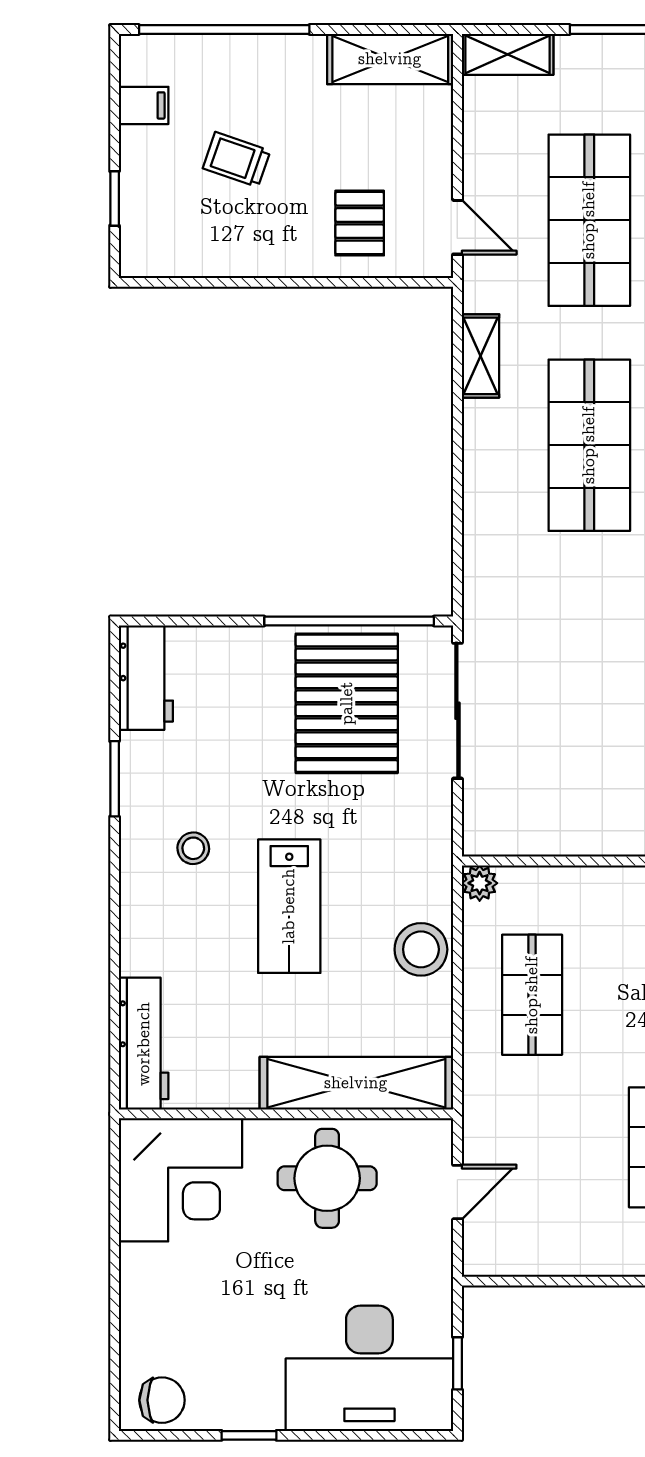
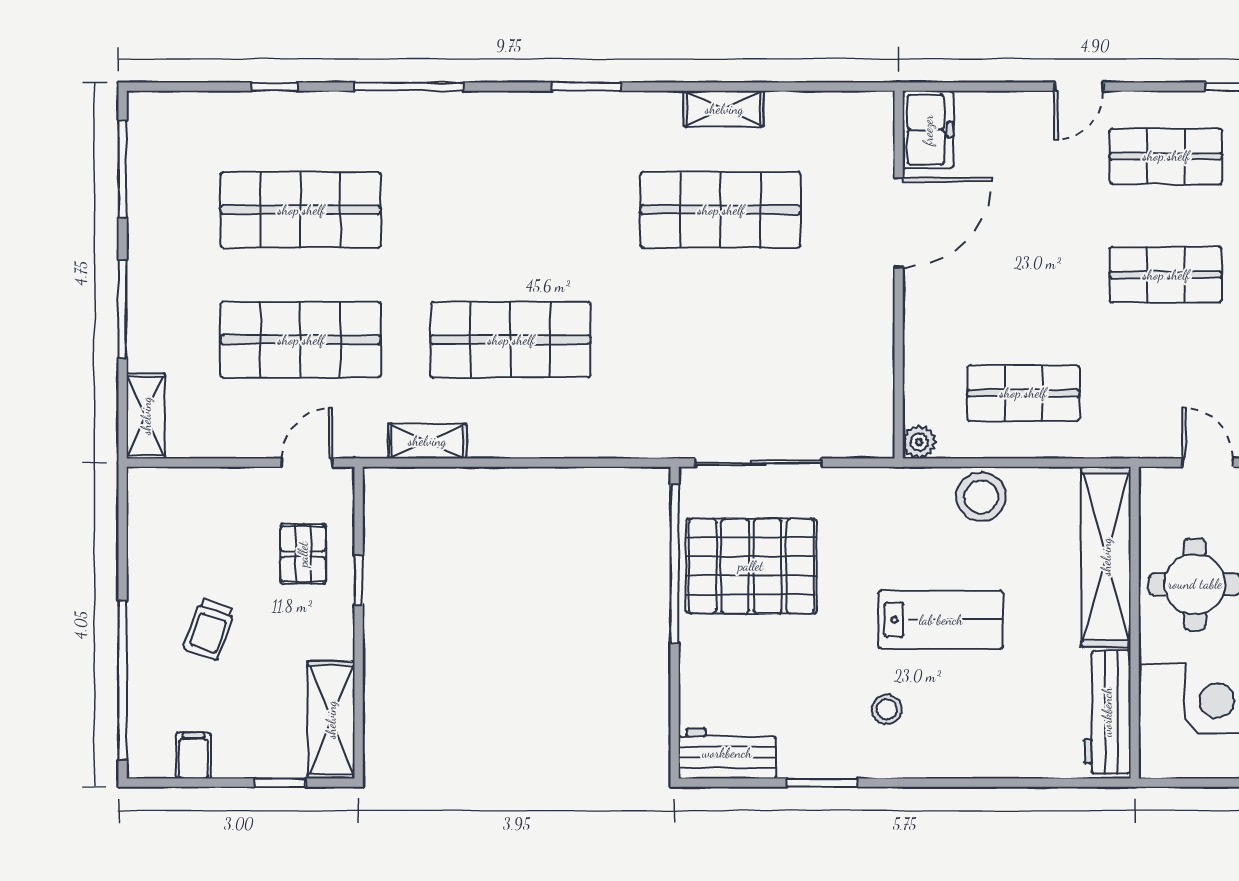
shelving: (390, 59) -> (331, 720), moved
trolley: (237, 160) -> (209, 629), moved
pallet: (360, 223) -> (303, 554), turned 90
window: (332, 282) -> (359, 580), added
workbench: (144, 1044) -> (1107, 712), moved, turned -90

